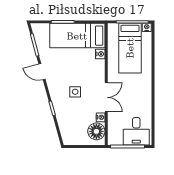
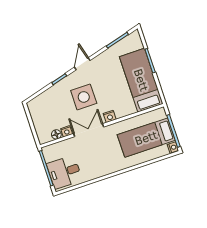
nightstand: (100, 54) -> (110, 116), moved
door: (42, 72) -> (82, 64), moved
side table: (75, 92) -> (84, 97), width x1.87, depth x1.87
double door: (106, 97) -> (89, 130), swing flipped
floor lamp: (96, 131) -> (56, 134), width x0.53, depth x0.53

